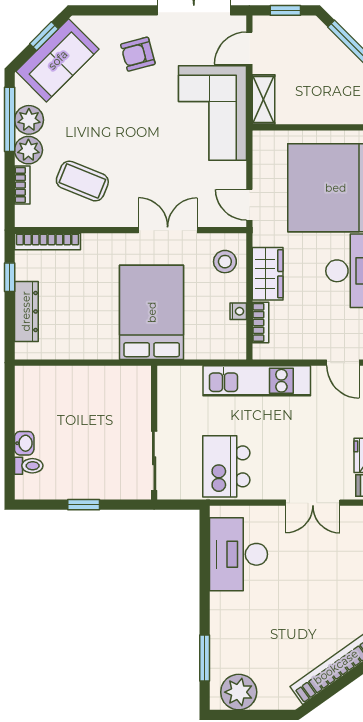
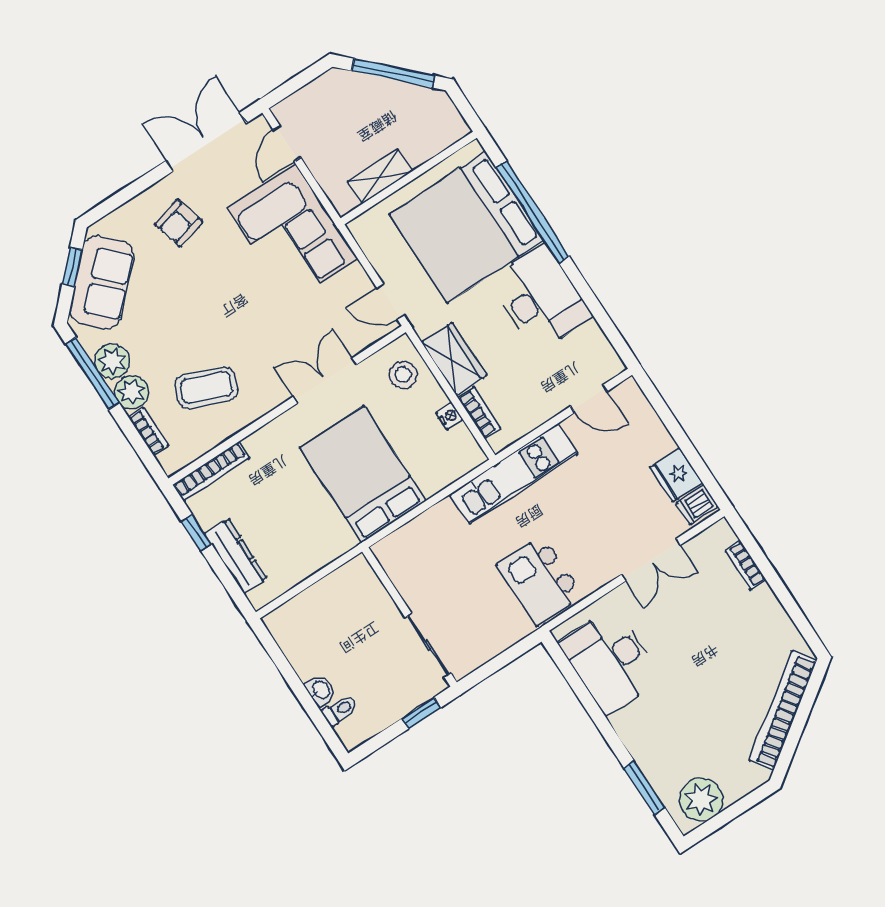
window: (285, 10) -> (298, 82), removed
shelving: (263, 100) -> (380, 176), moved, turned 90
wall: (154, 433) -> (409, 617), moved
sliding door: (154, 461) -> (428, 645), moved

